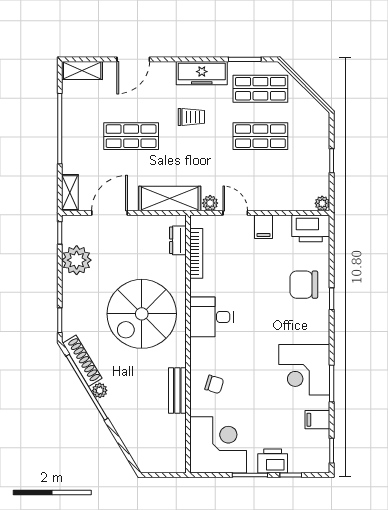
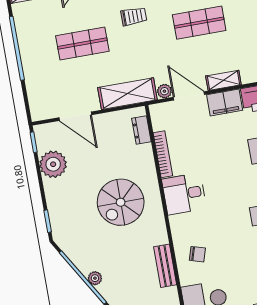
shelving: (70, 193) -> (223, 80), moved, turned 90
door: (110, 213) -> (75, 116), swing flipped
door: (235, 213) -> (189, 96), width x1.38
filing cabinet: (264, 227) -> (225, 103), width x2.00
bookcase: (196, 253) -> (163, 154), moved
spiral stairs: (142, 314) -> (121, 202), width x0.73, depth x0.73
shoe rack: (82, 361) -> (74, 254), removed

